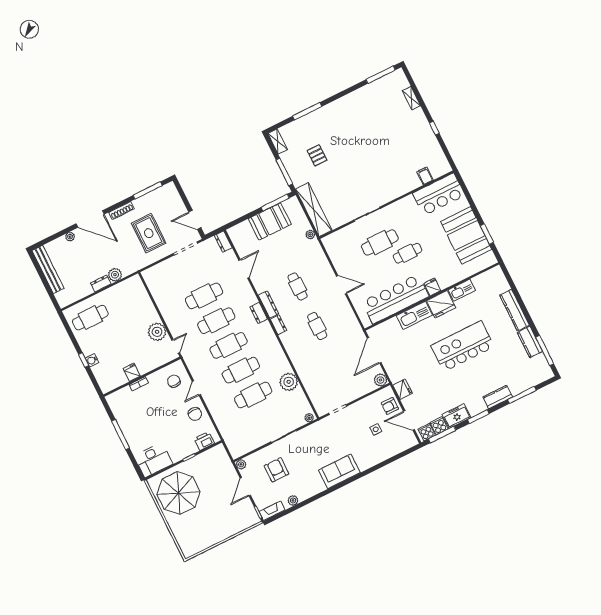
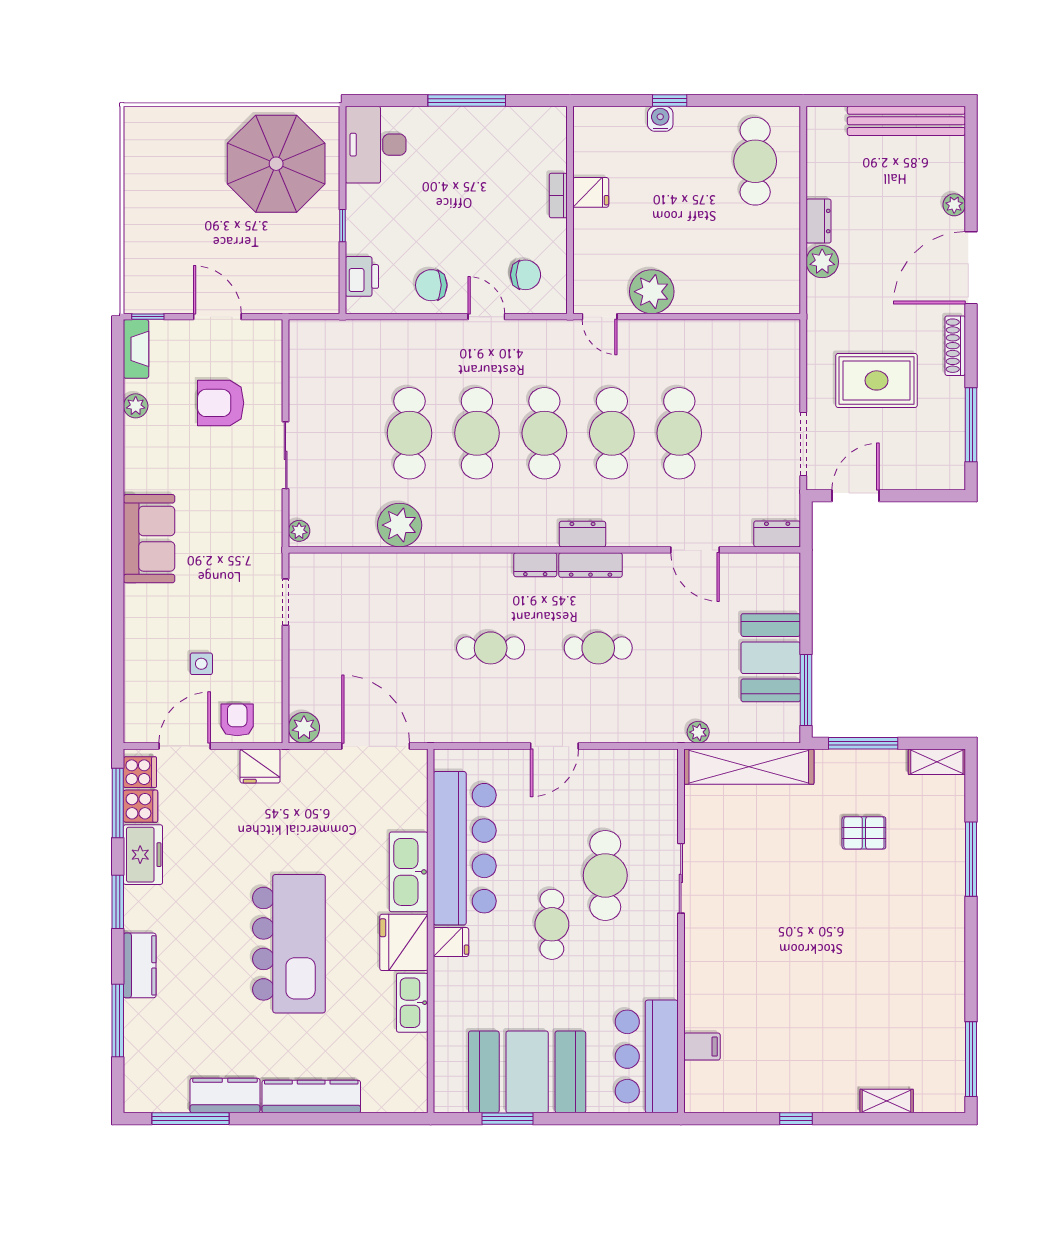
plant: (241, 464) -> (271, 331), removed
armchair: (276, 470) -> (221, 403), turned 180

